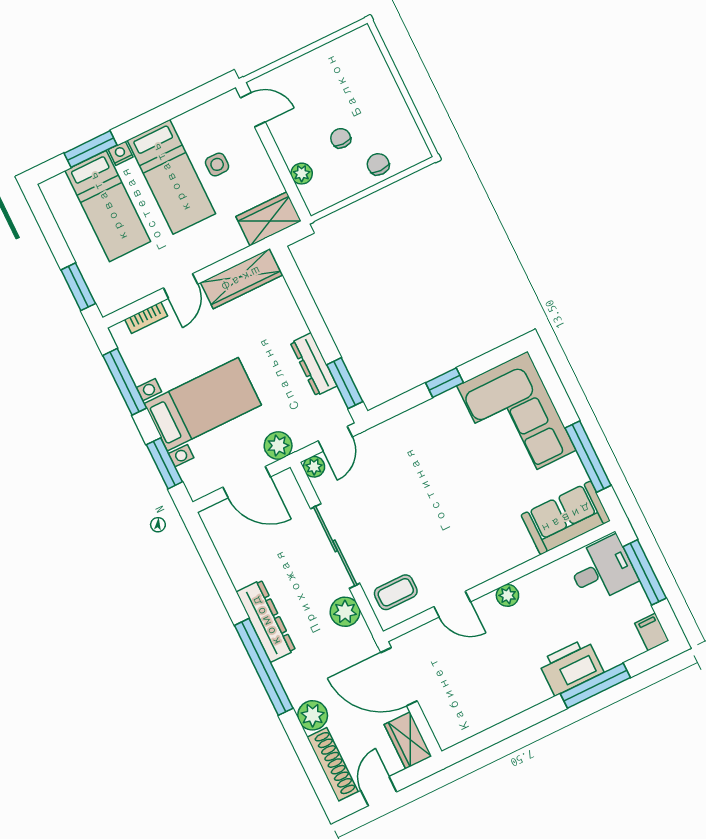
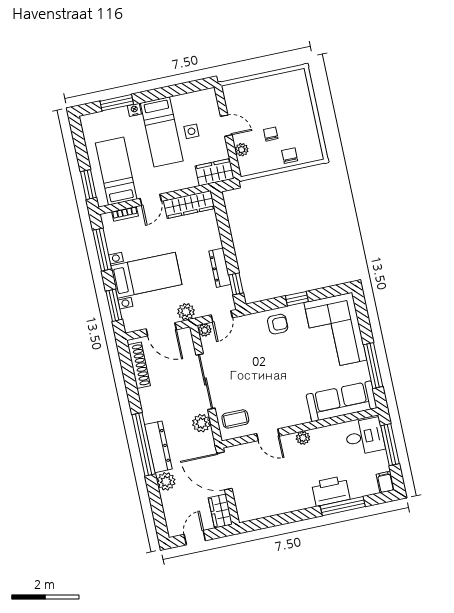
door: (253, 110) -> (226, 126), moved
bed: (108, 206) -> (116, 171), moved, turned 180
window: (345, 383) -> (236, 284), width x0.67
armchair: (424, 429) -> (278, 324), added
sofa: (566, 518) -> (342, 401), width x1.36
dresser: (266, 621) -> (158, 447), moved
shoe rack: (332, 764) -> (139, 365), moved

